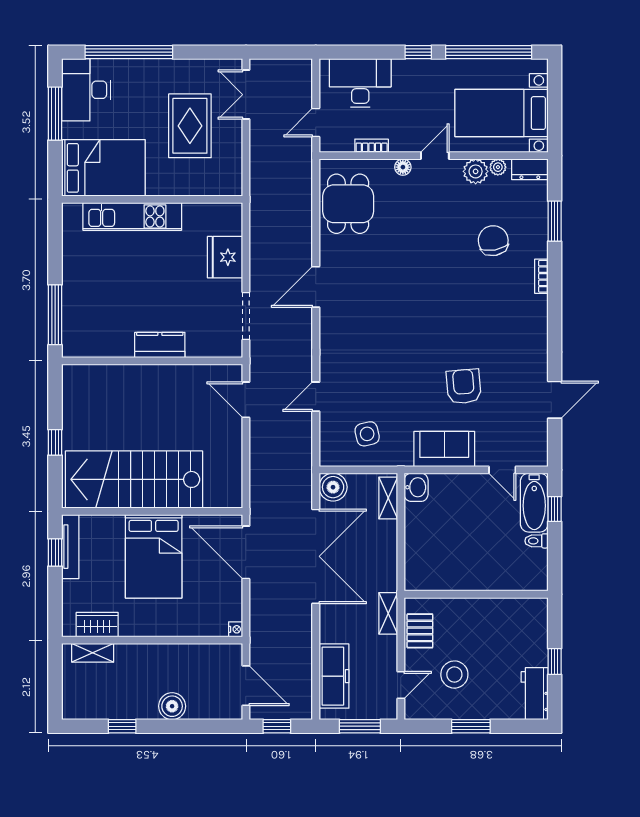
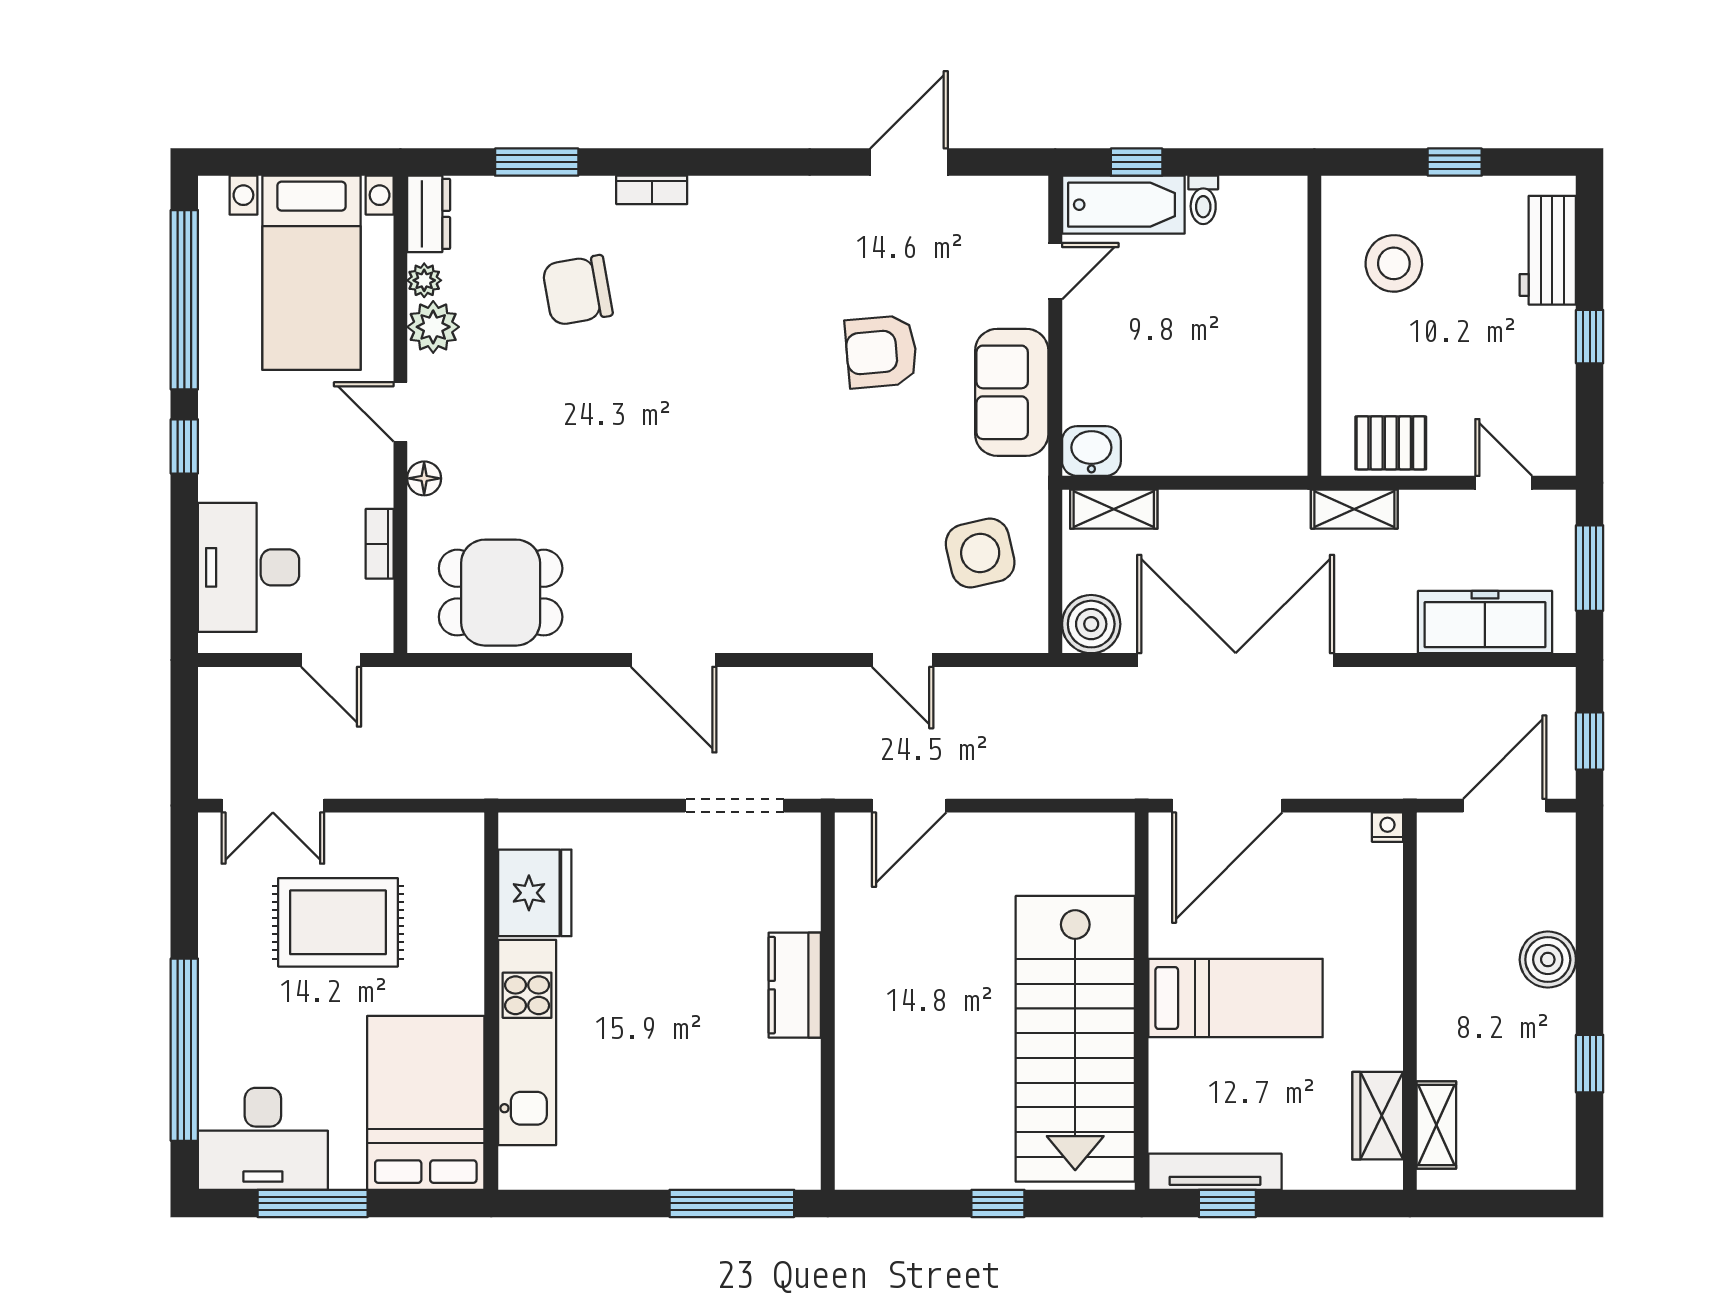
fridge: (225, 257) -> (535, 893), moved, turned -90
door: (555, 400) -> (909, 162), hinge flipped
side table: (367, 434) -> (980, 553), width x1.37, depth x1.37
bed: (154, 556) -> (1236, 998), width x0.67
stool: (454, 675) -> (1394, 263), moved
workbench: (535, 694) -> (1548, 250), moved, turned 90
window: (471, 726) -> (1590, 337), width x0.67

